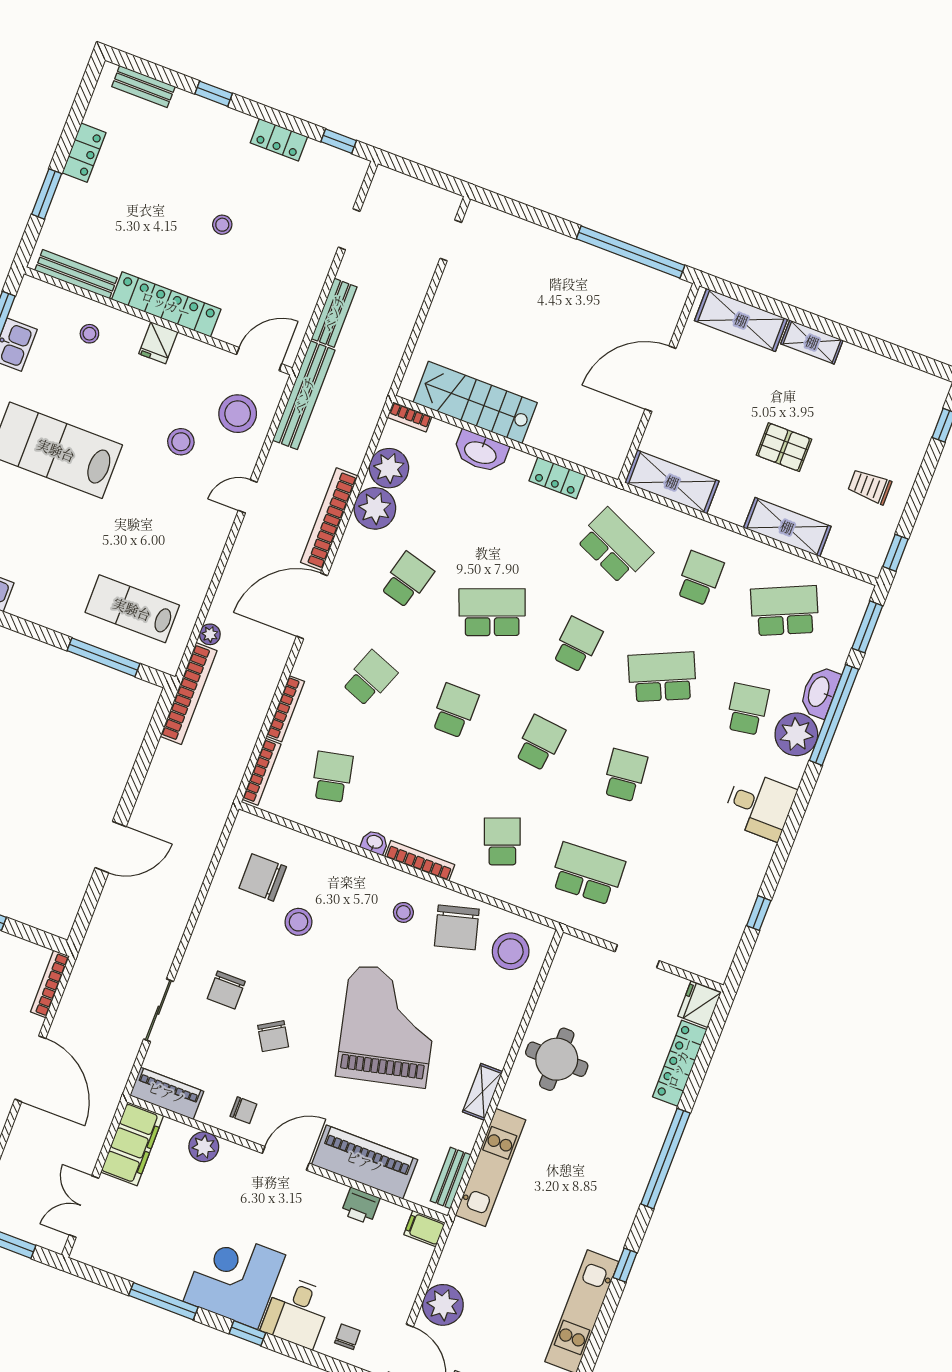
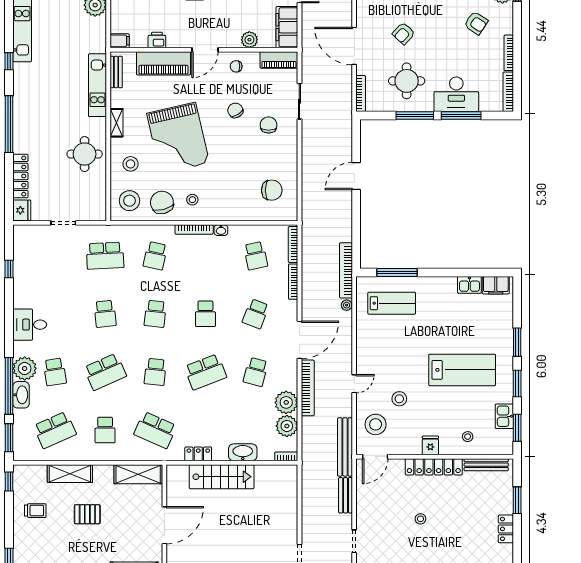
stairs: (475, 402) -> (222, 477), moved
school desk: (502, 841) -> (155, 256), turned 33
stool: (298, 922) -> (131, 164), moved

